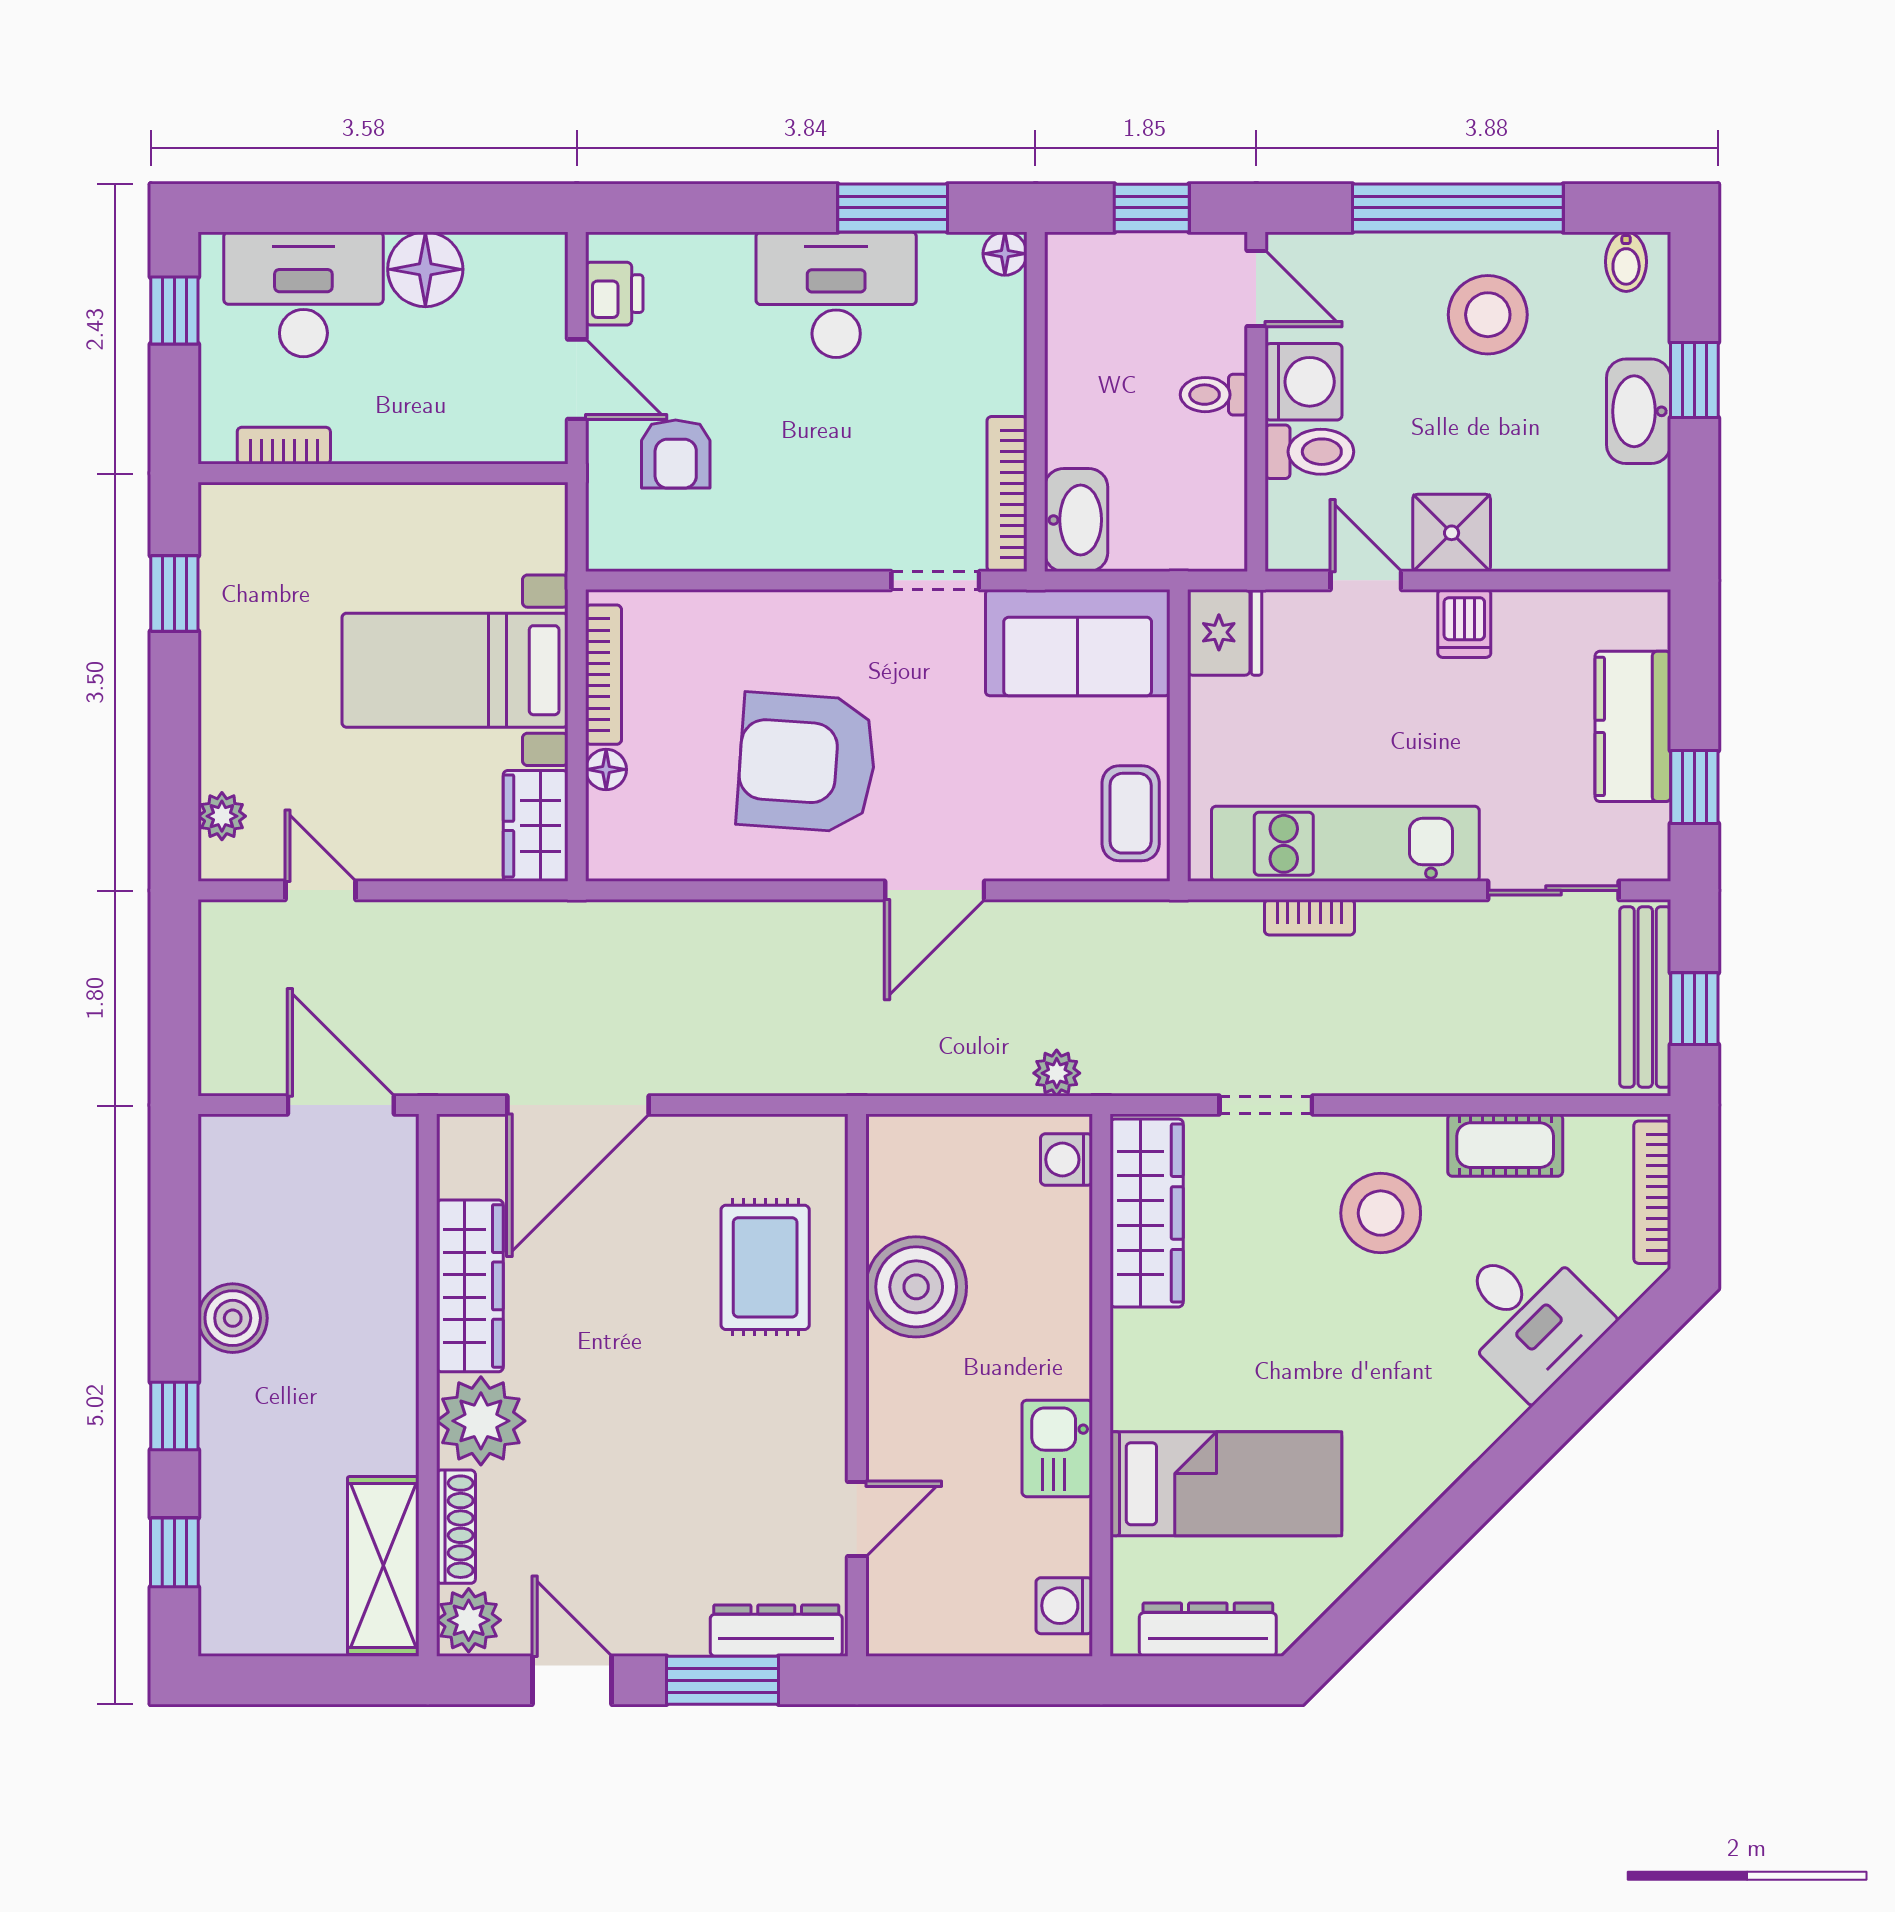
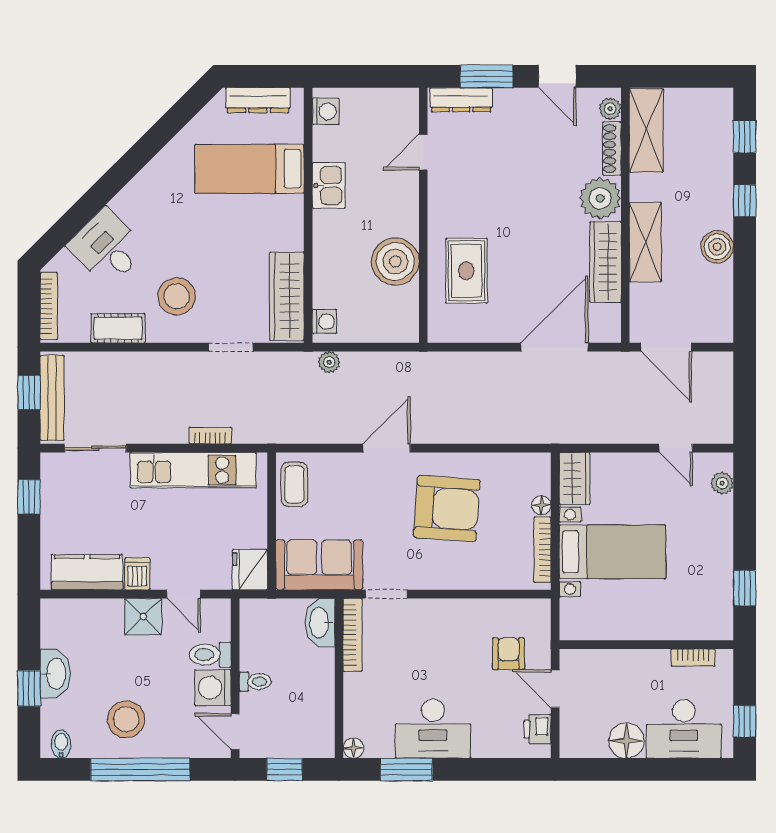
kitchen counter: (1633, 726) -> (87, 572), moved, turned -90
shelving: (385, 1328) -> (645, 242), added
plant: (469, 1620) -> (610, 109), width x0.73, depth x0.73

